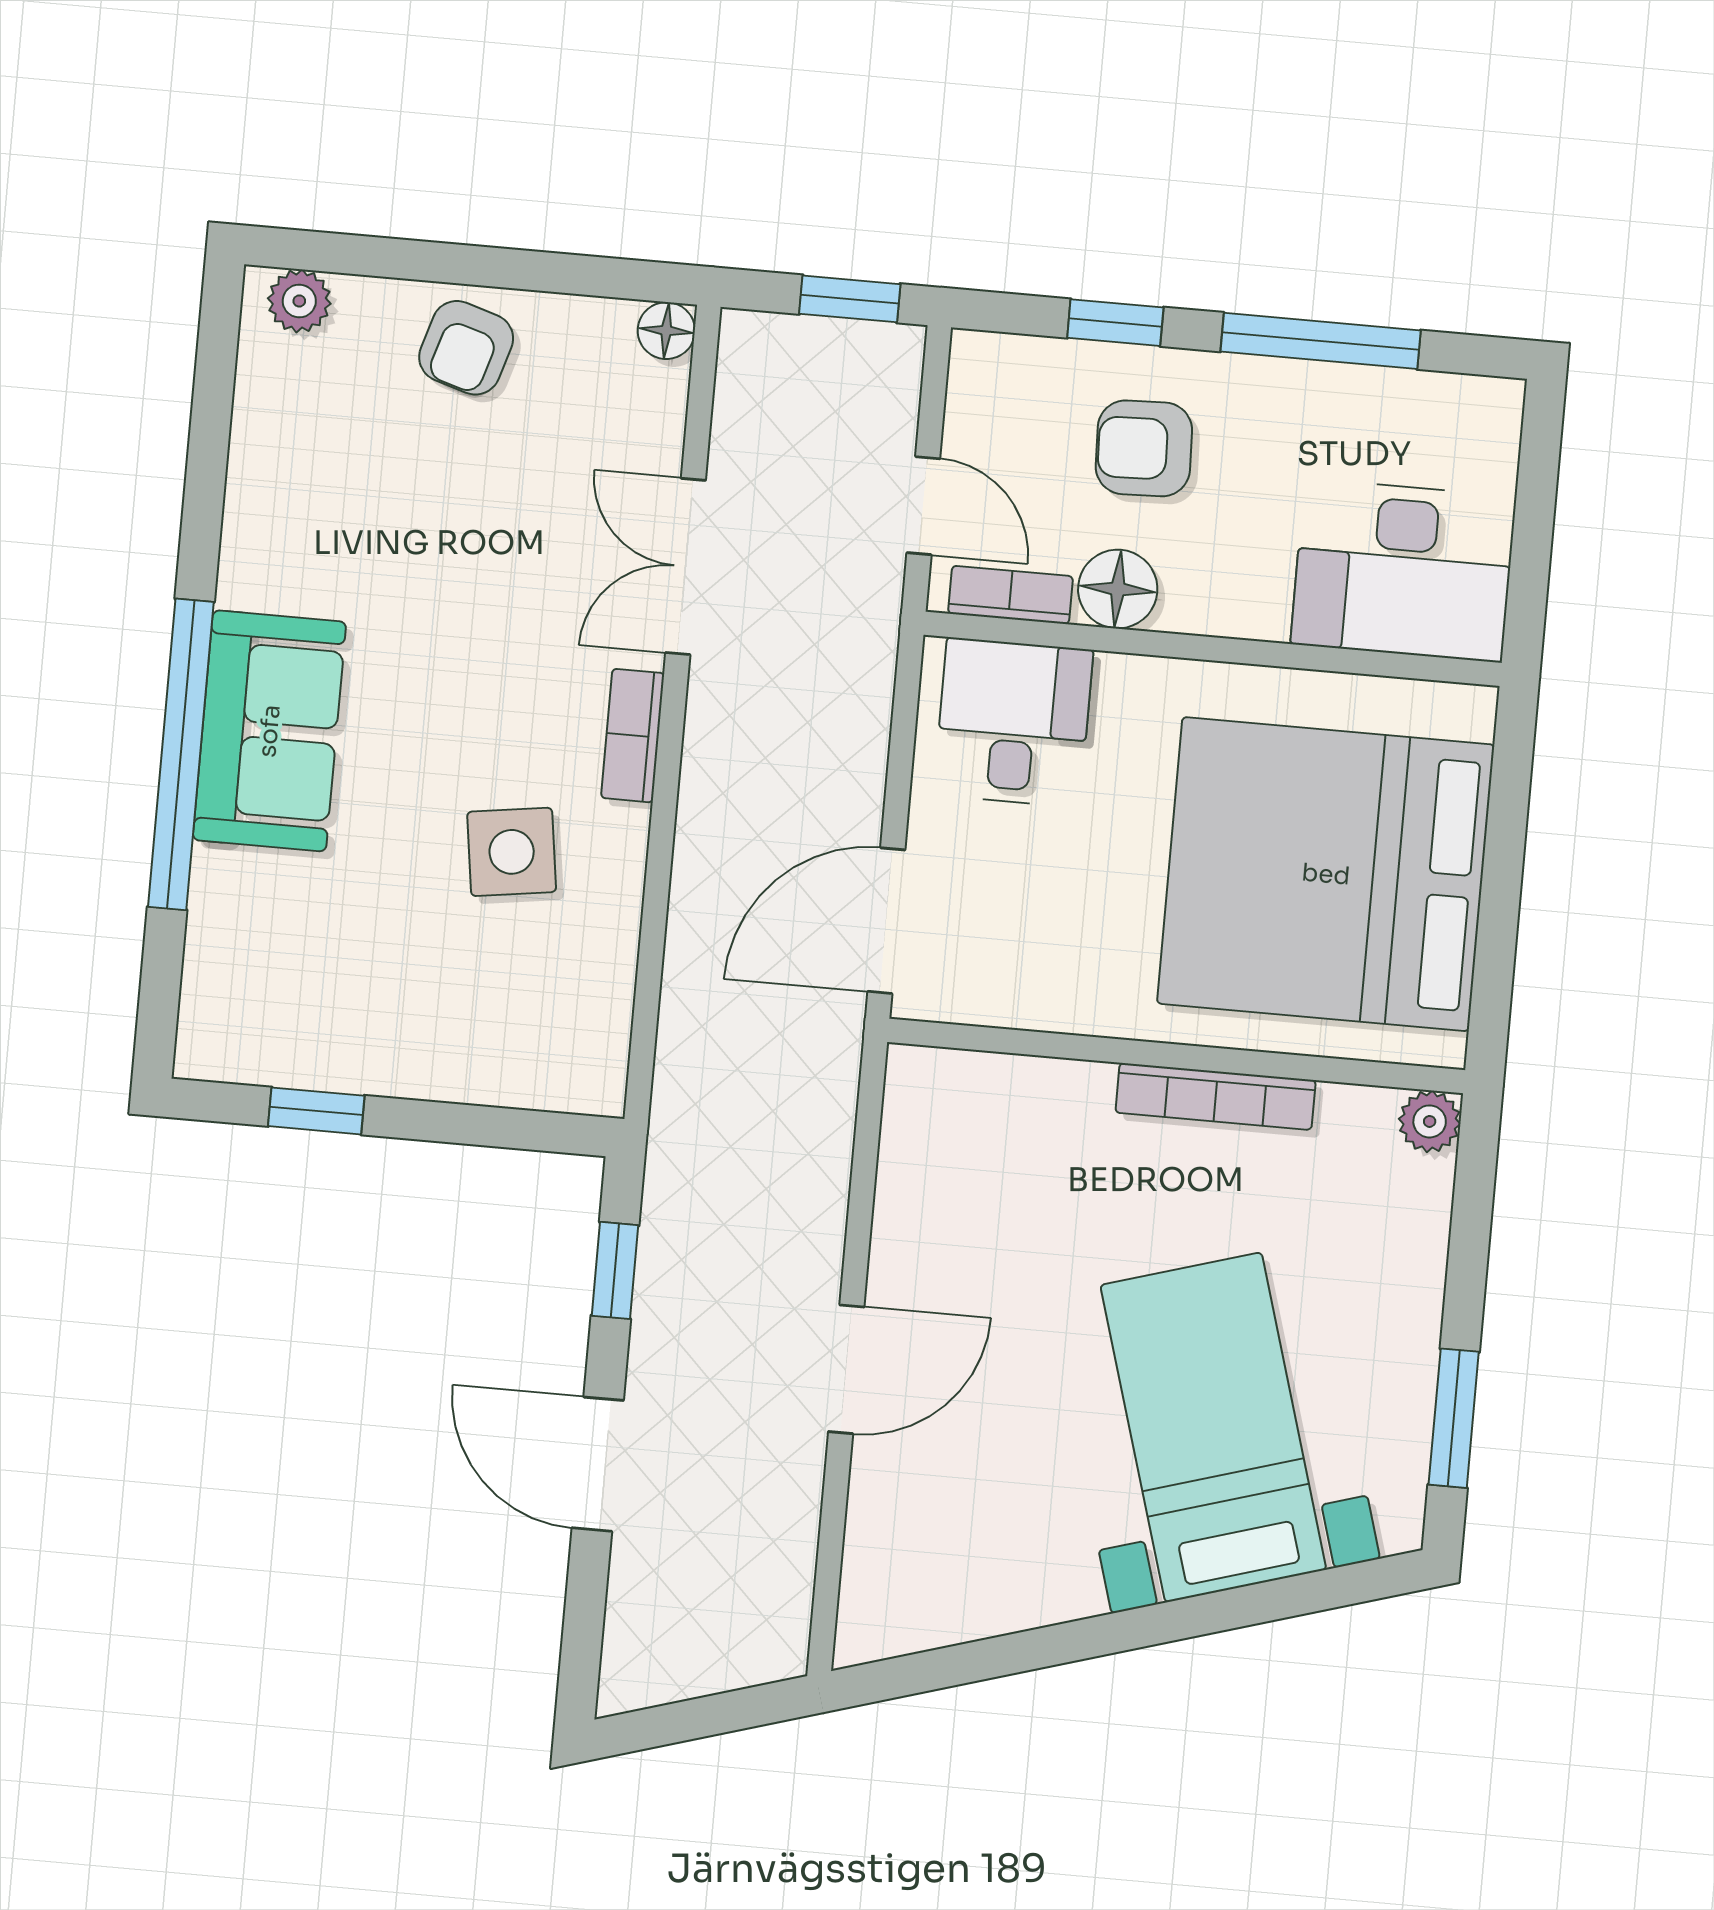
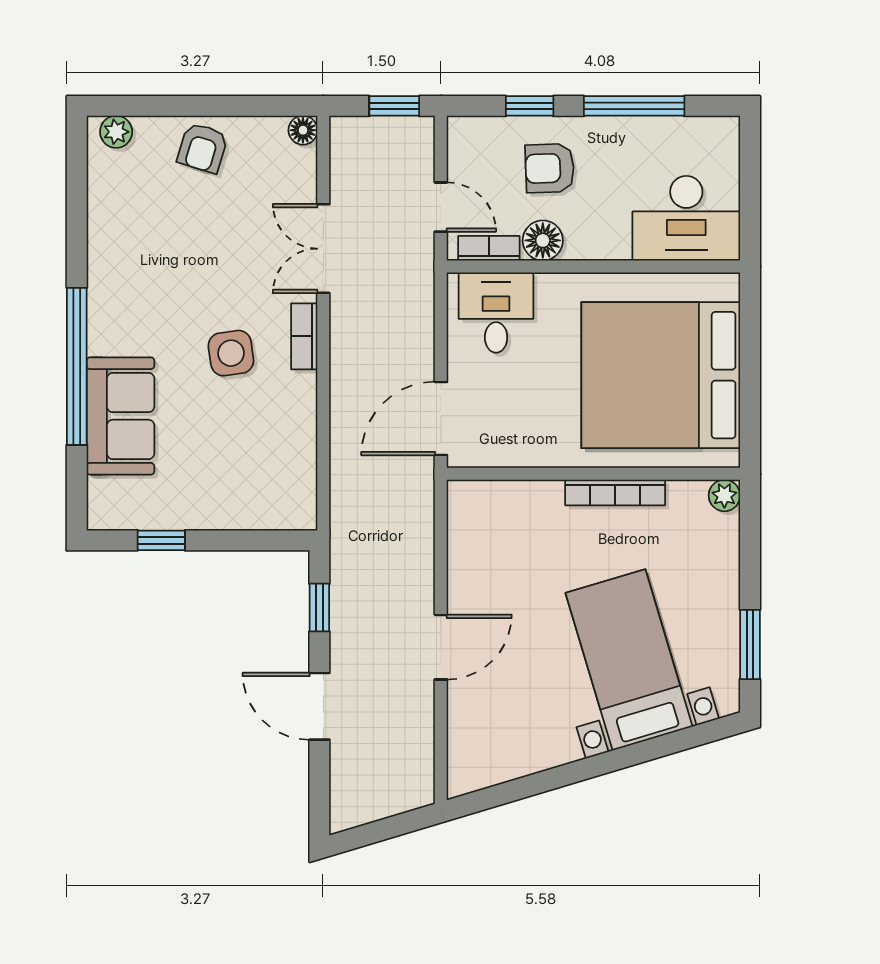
sofa: (269, 731) -> (120, 416), moved
side table: (512, 852) -> (231, 353), moved

